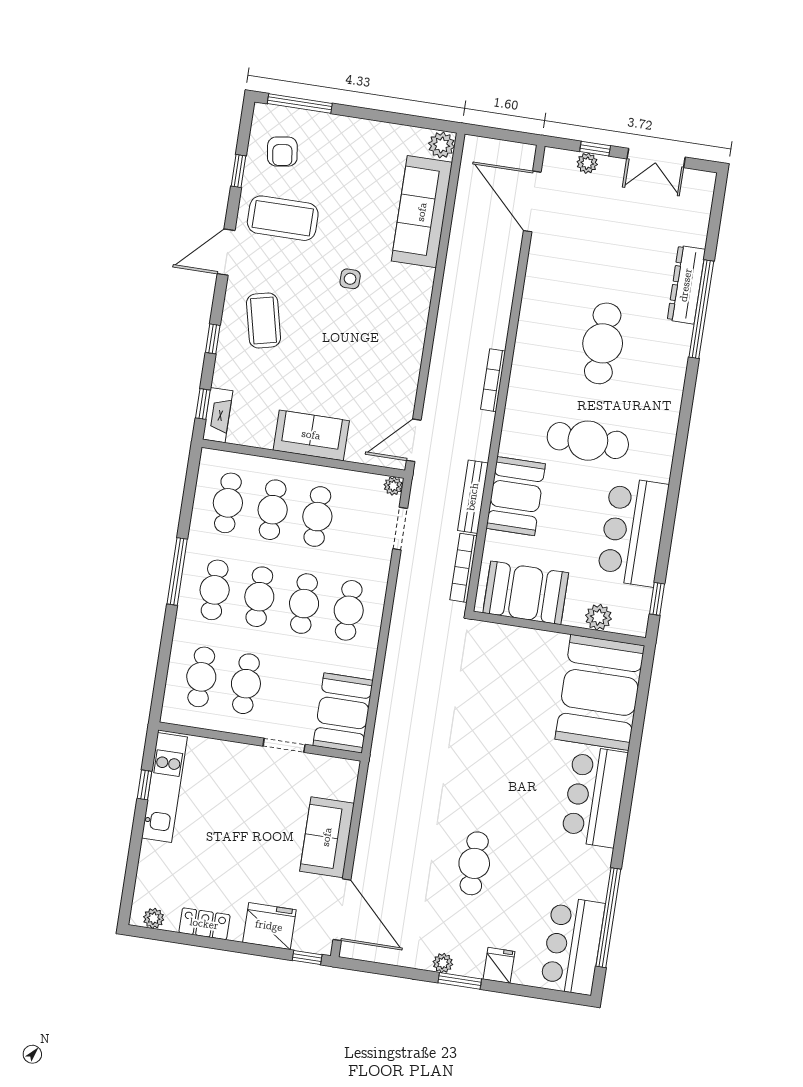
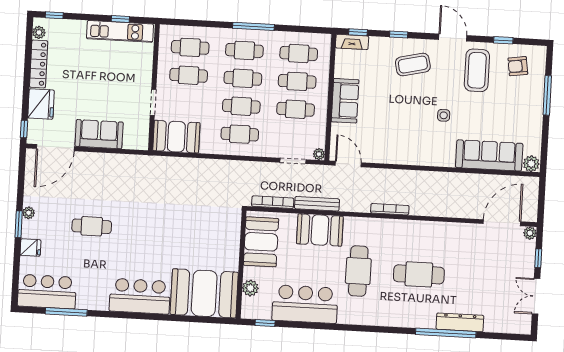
window: (300, 103) -> (547, 95), moved
plant: (587, 163) -> (530, 233), moved
window: (128, 891) -> (54, 15), added
window: (608, 918) -> (66, 312), width x0.68
locker: (204, 924) -> (39, 64), width x1.53

